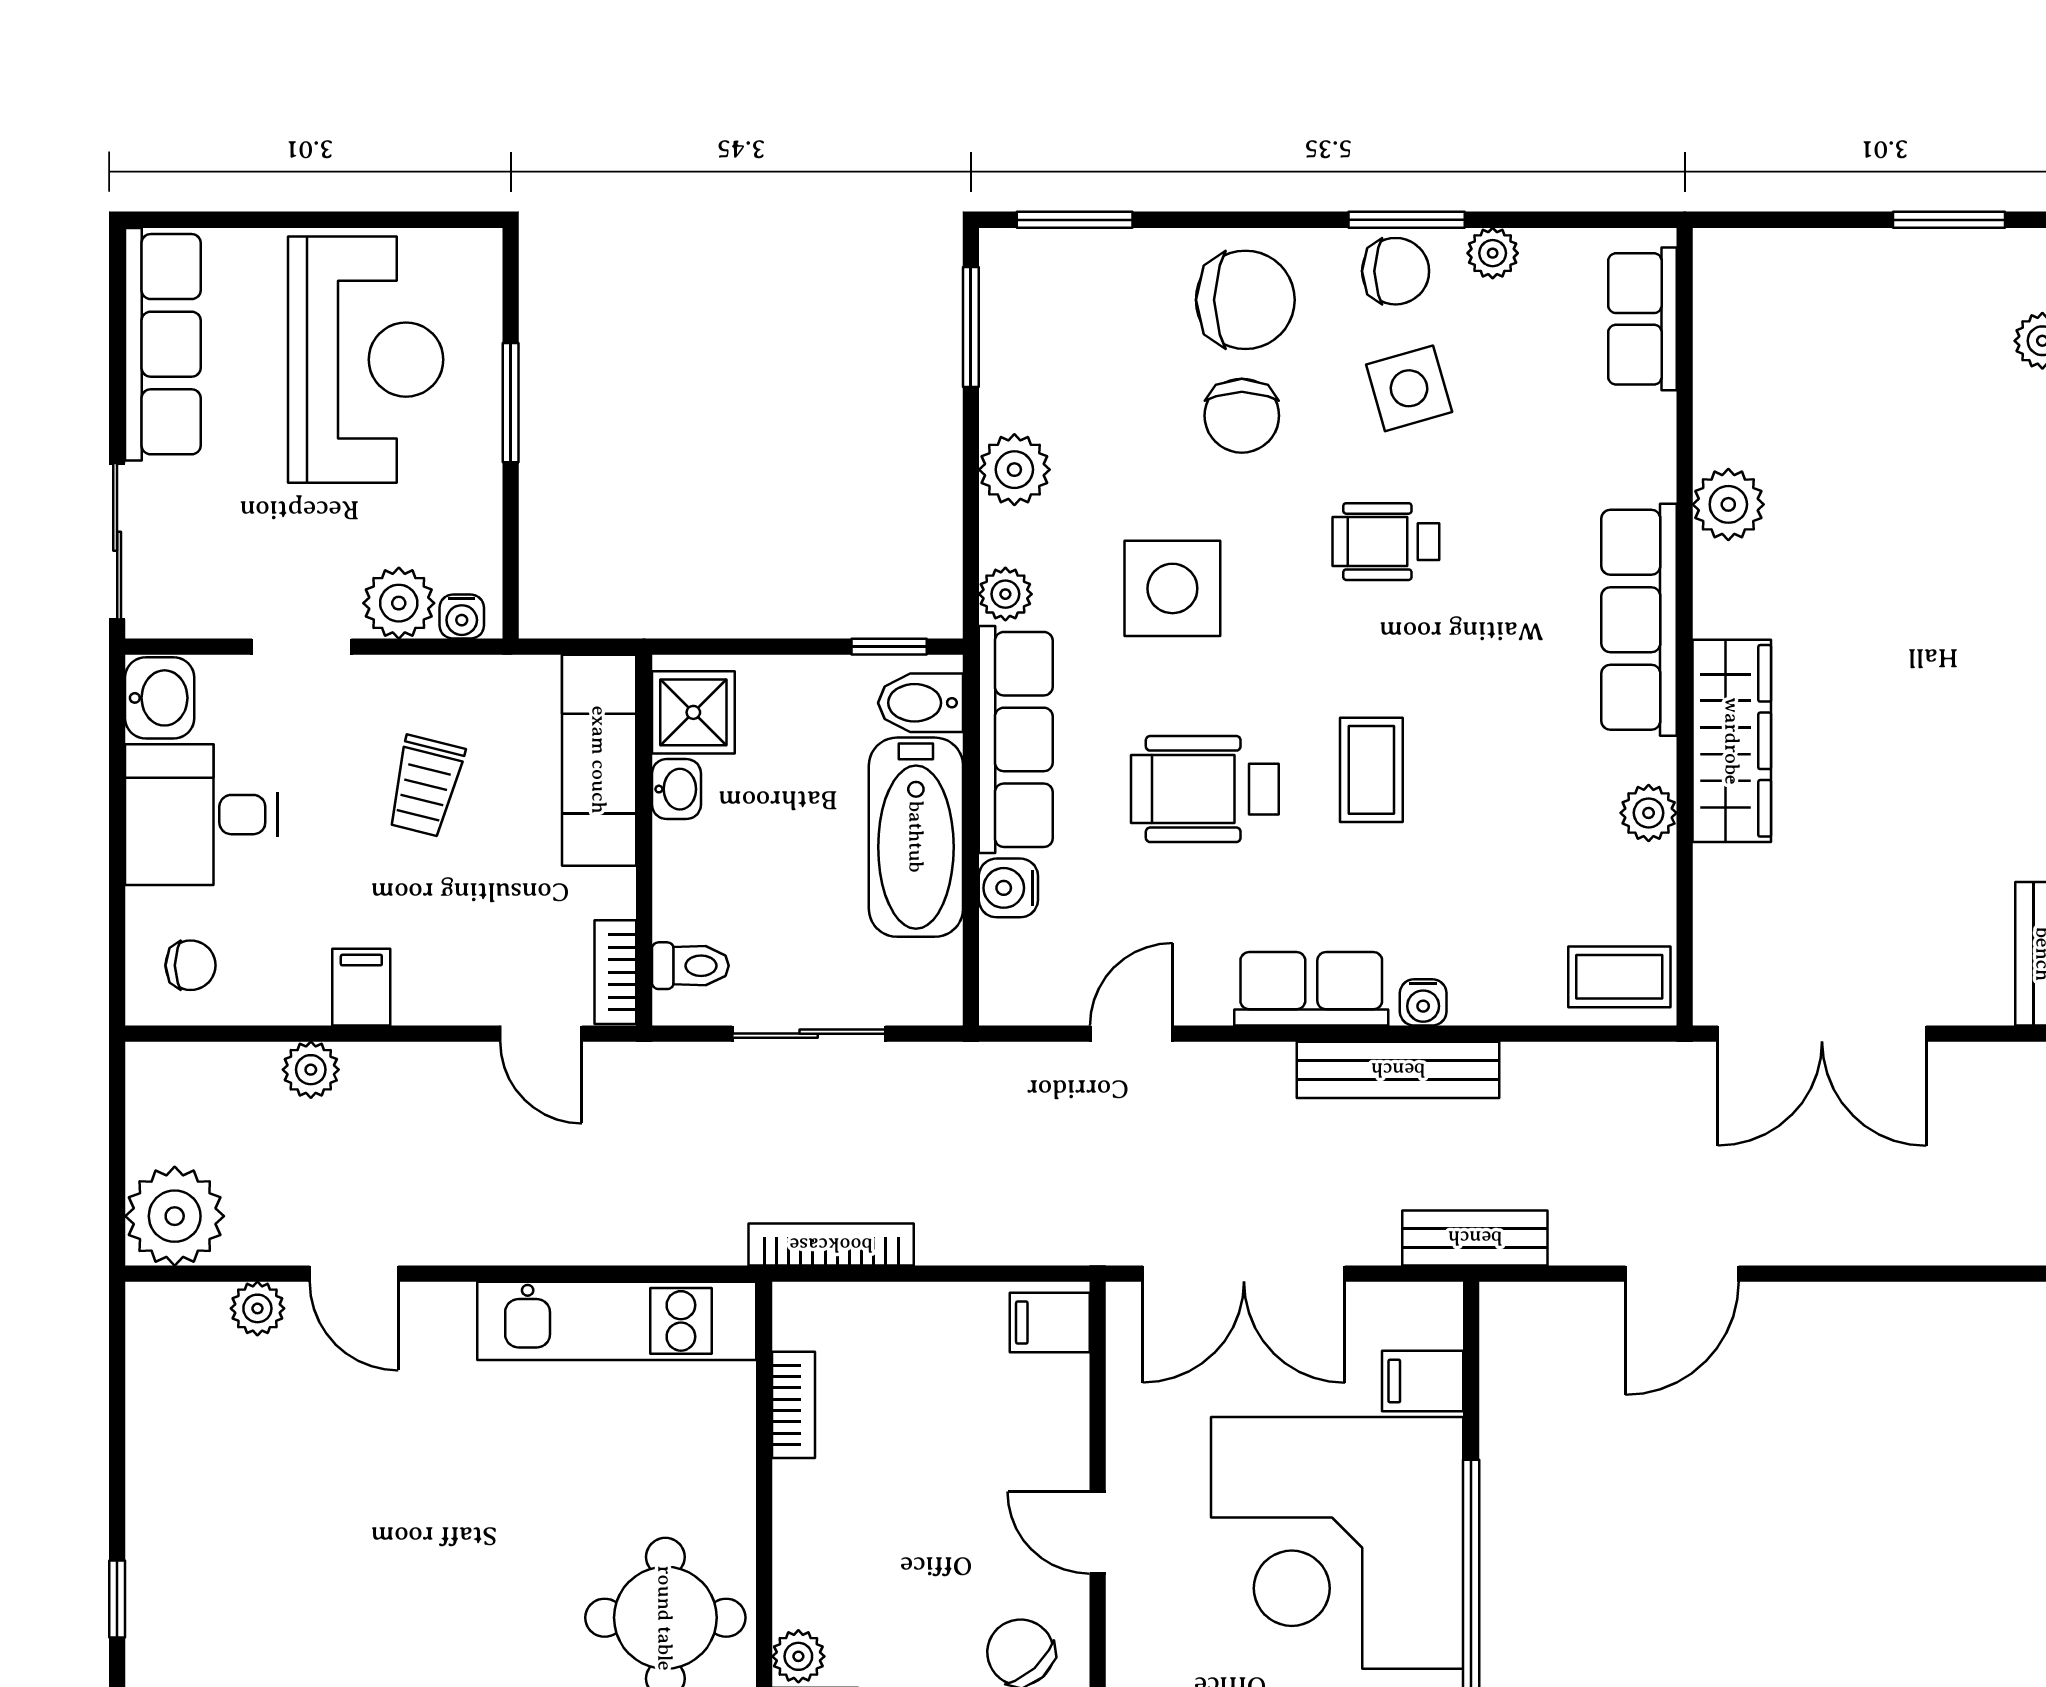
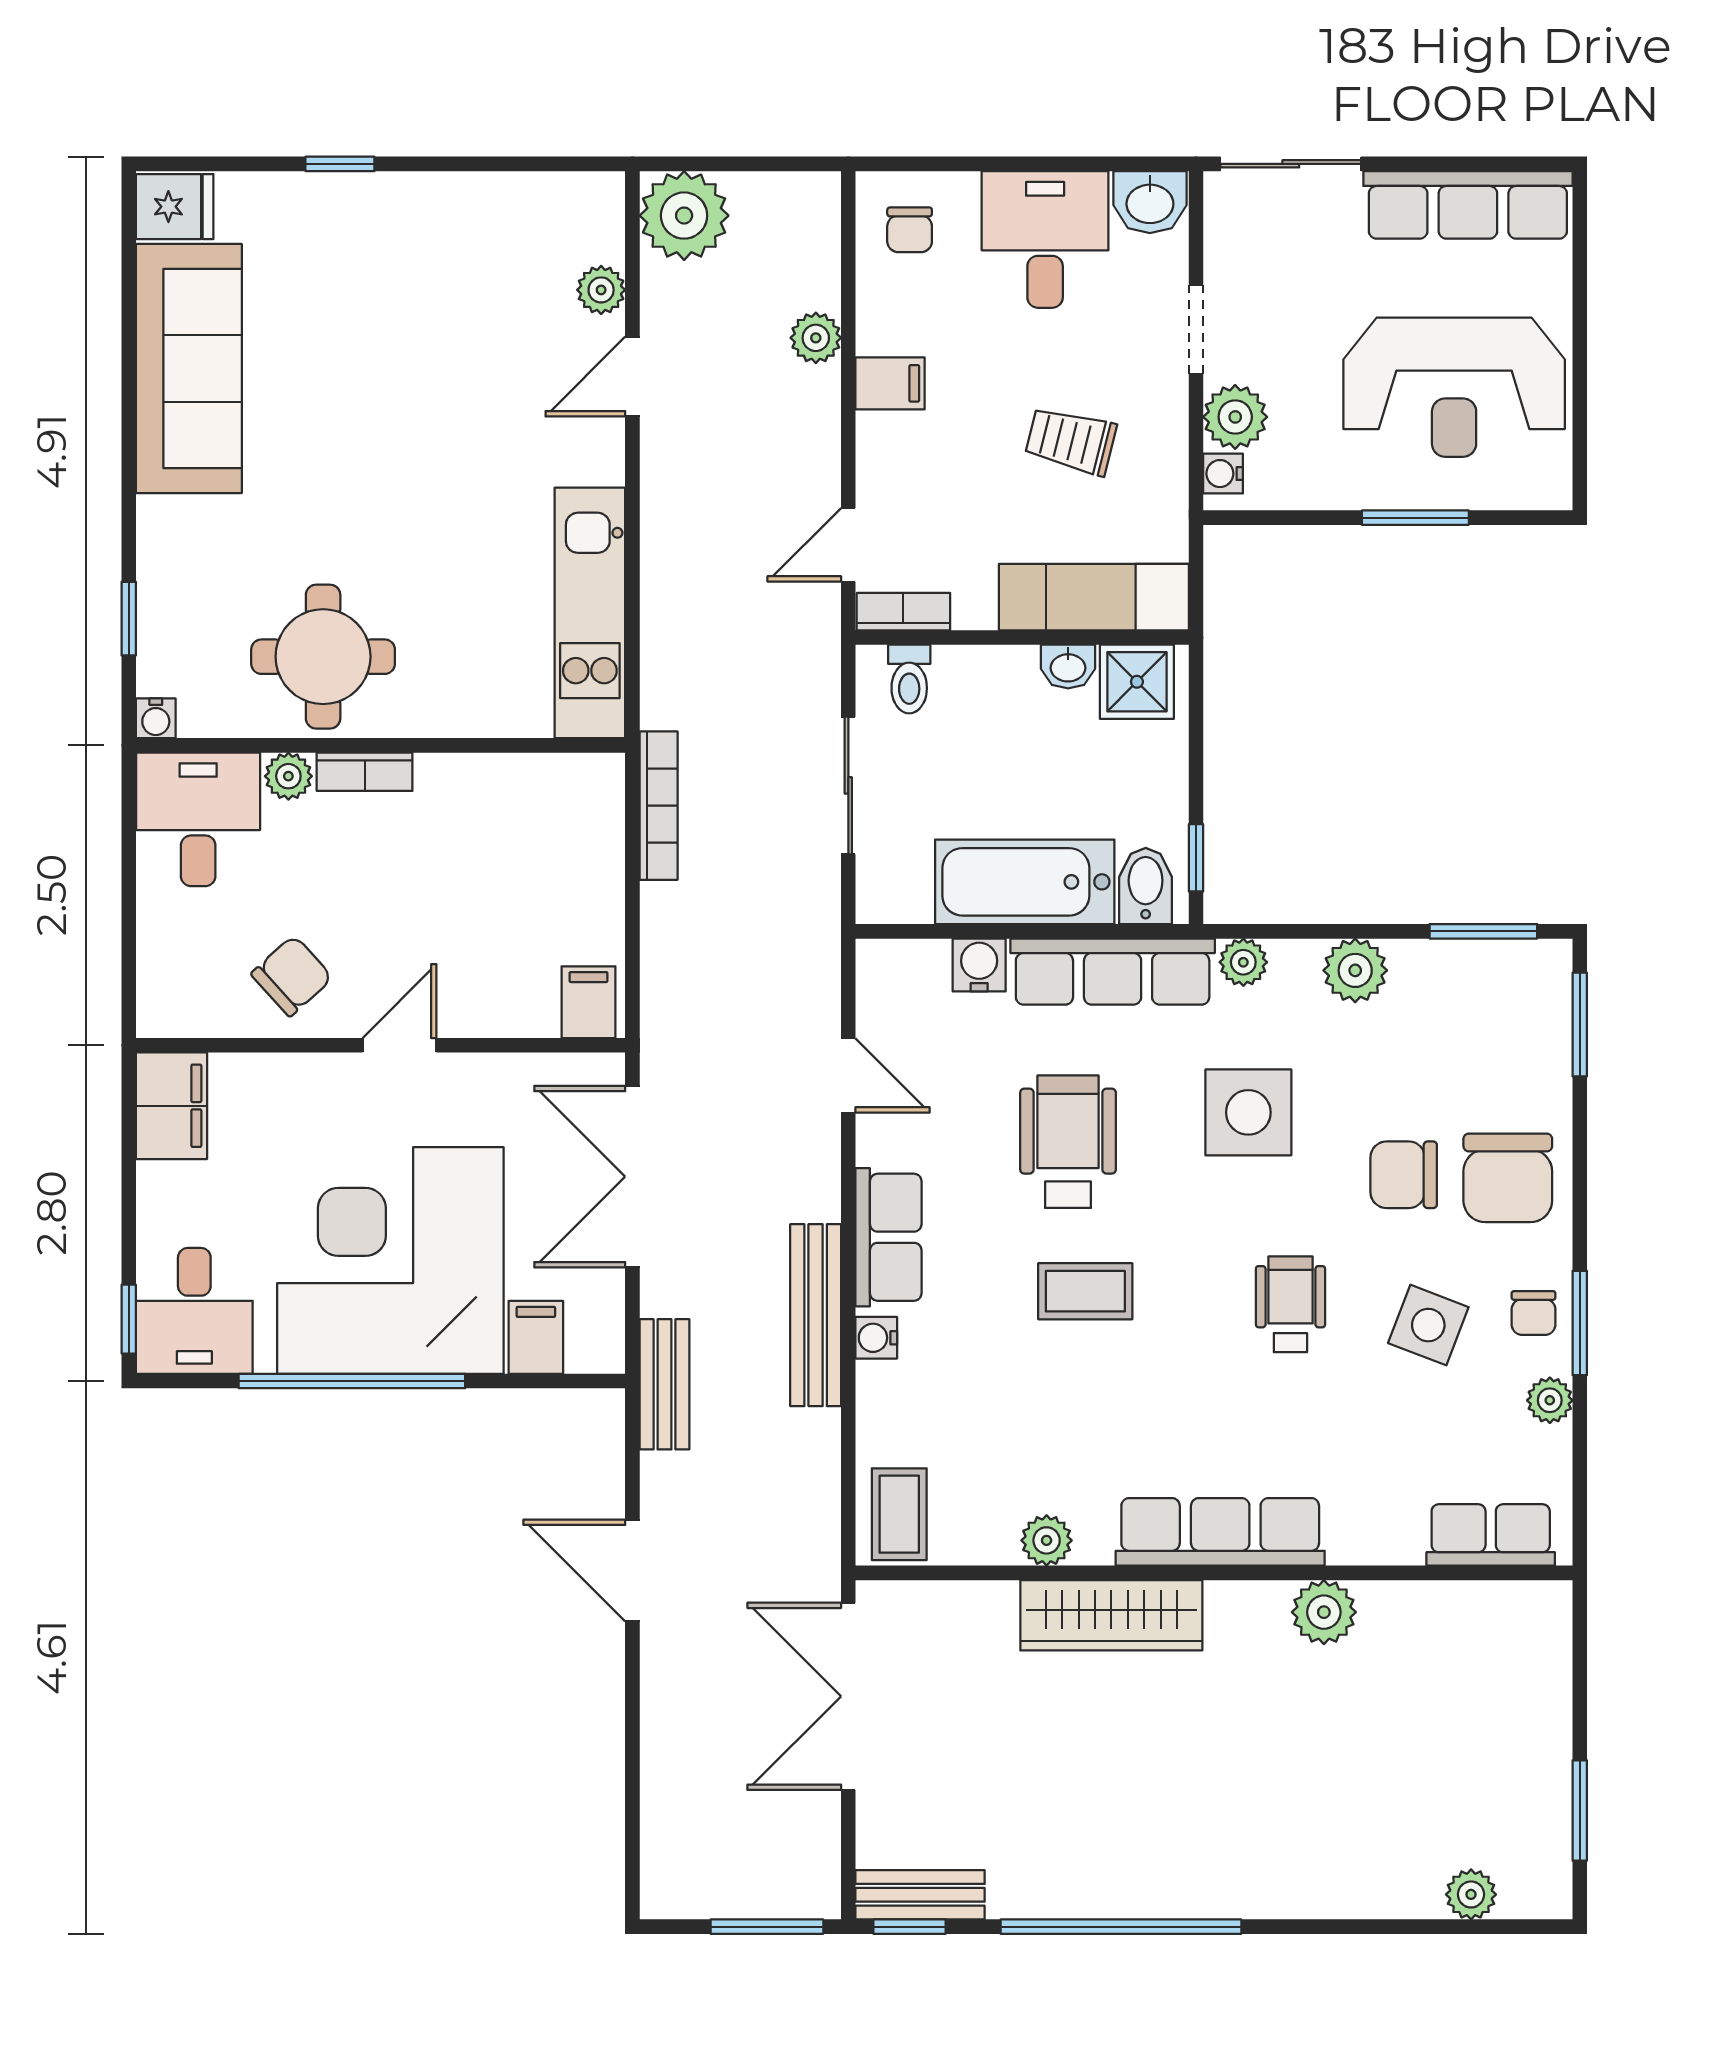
chair: (1396, 271) -> (1534, 1313), width x0.73, depth x0.73
side table: (1409, 388) -> (1428, 1325), turned 37
bookcase: (793, 1405) -> (365, 772), moved

